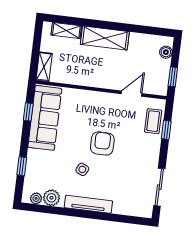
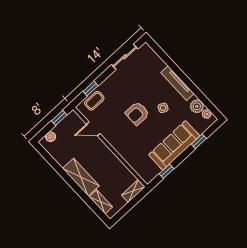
sofa: (45, 118) -> (174, 145), moved

